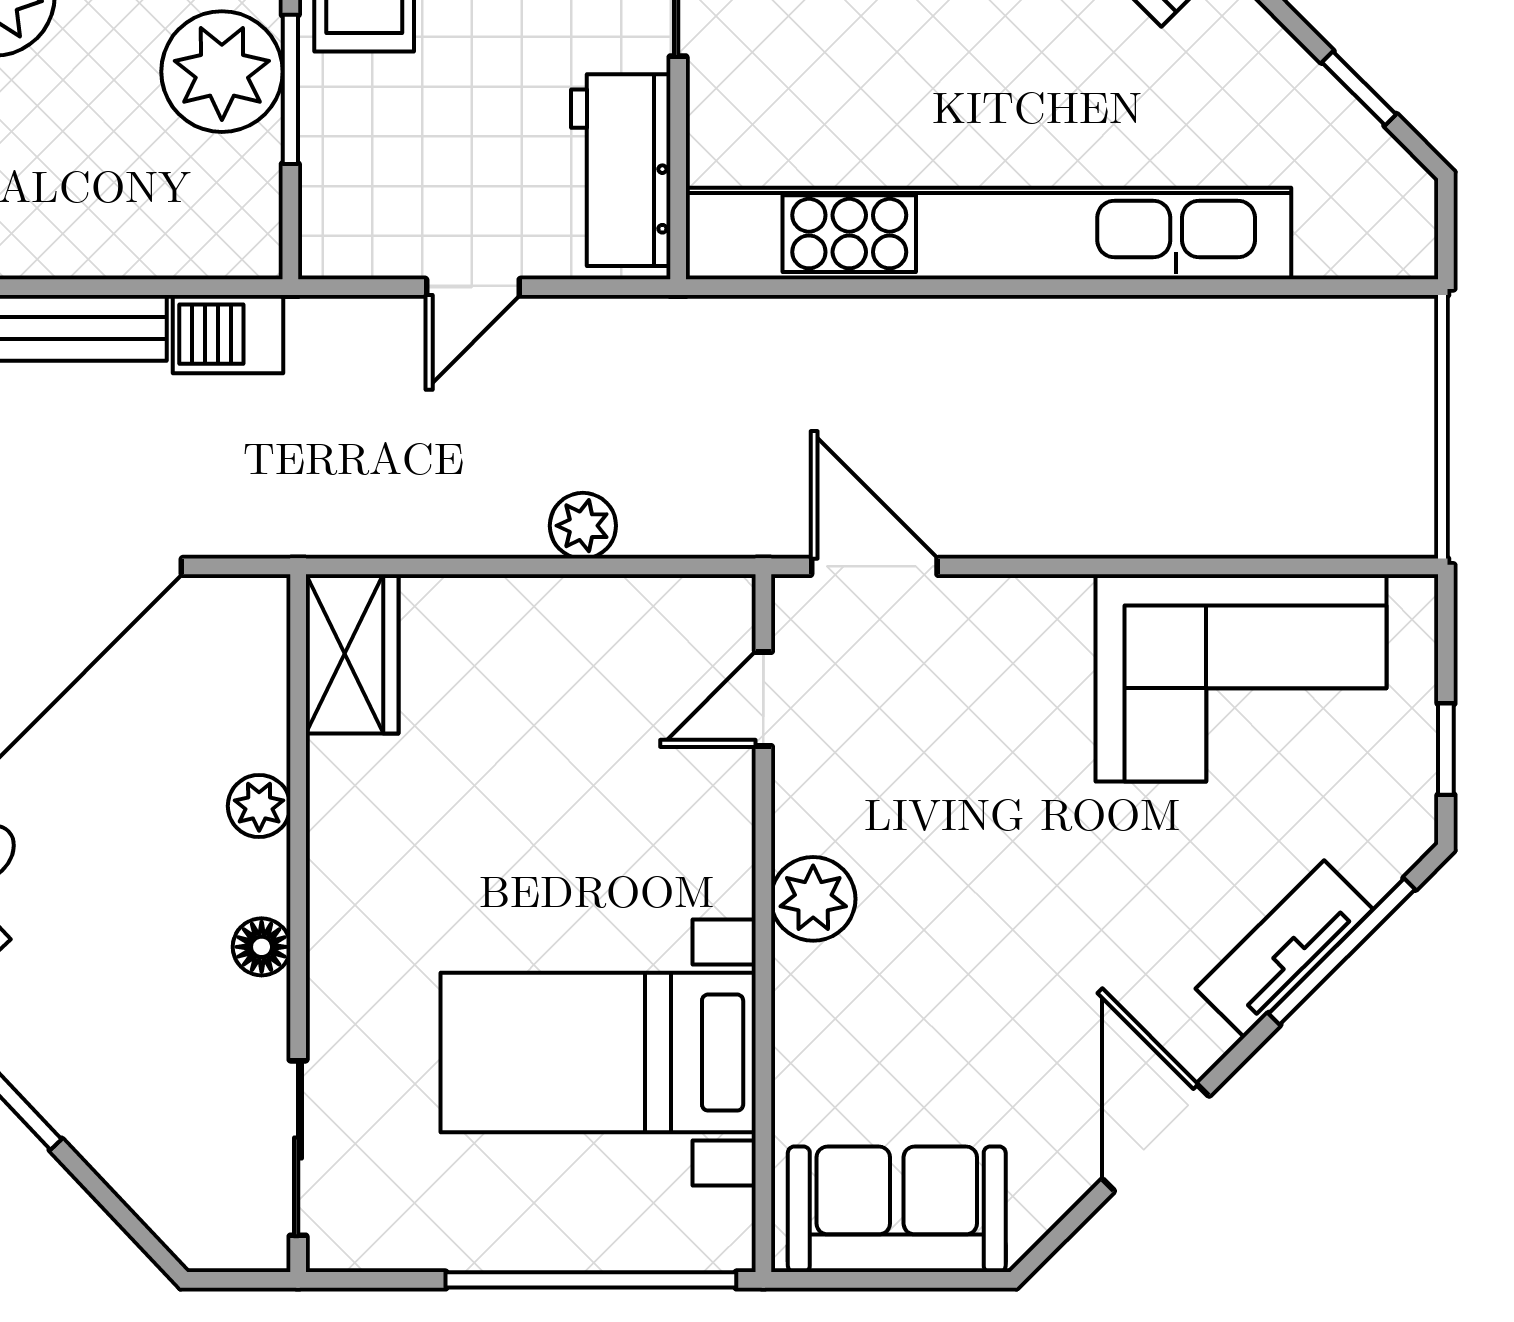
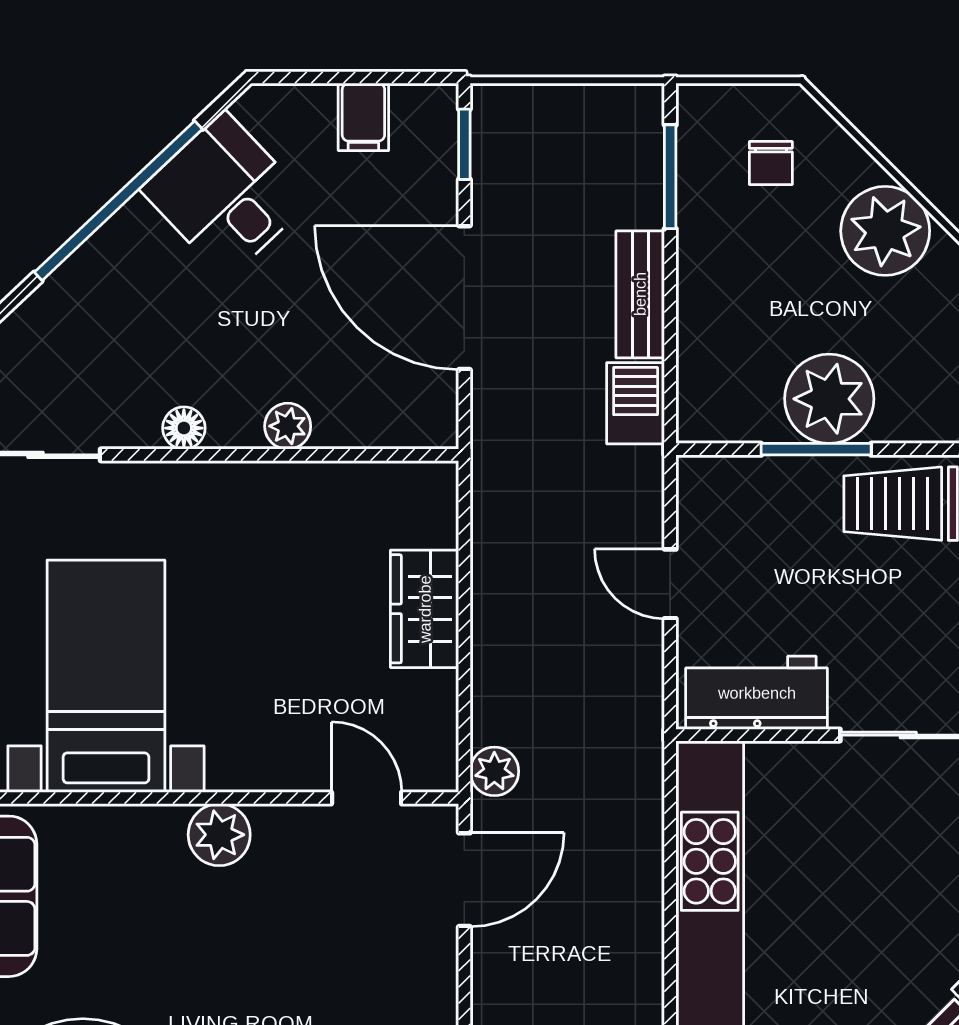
plant: (583, 526) -> (494, 771), moved
wardrobe: (352, 654) -> (425, 609), moved, turned 90

